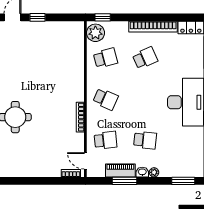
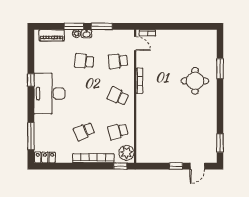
bookcase: (153, 27) -> (93, 158), moved
piano: (120, 170) -> (52, 35), moved
window: (183, 181) -> (74, 26), moved

